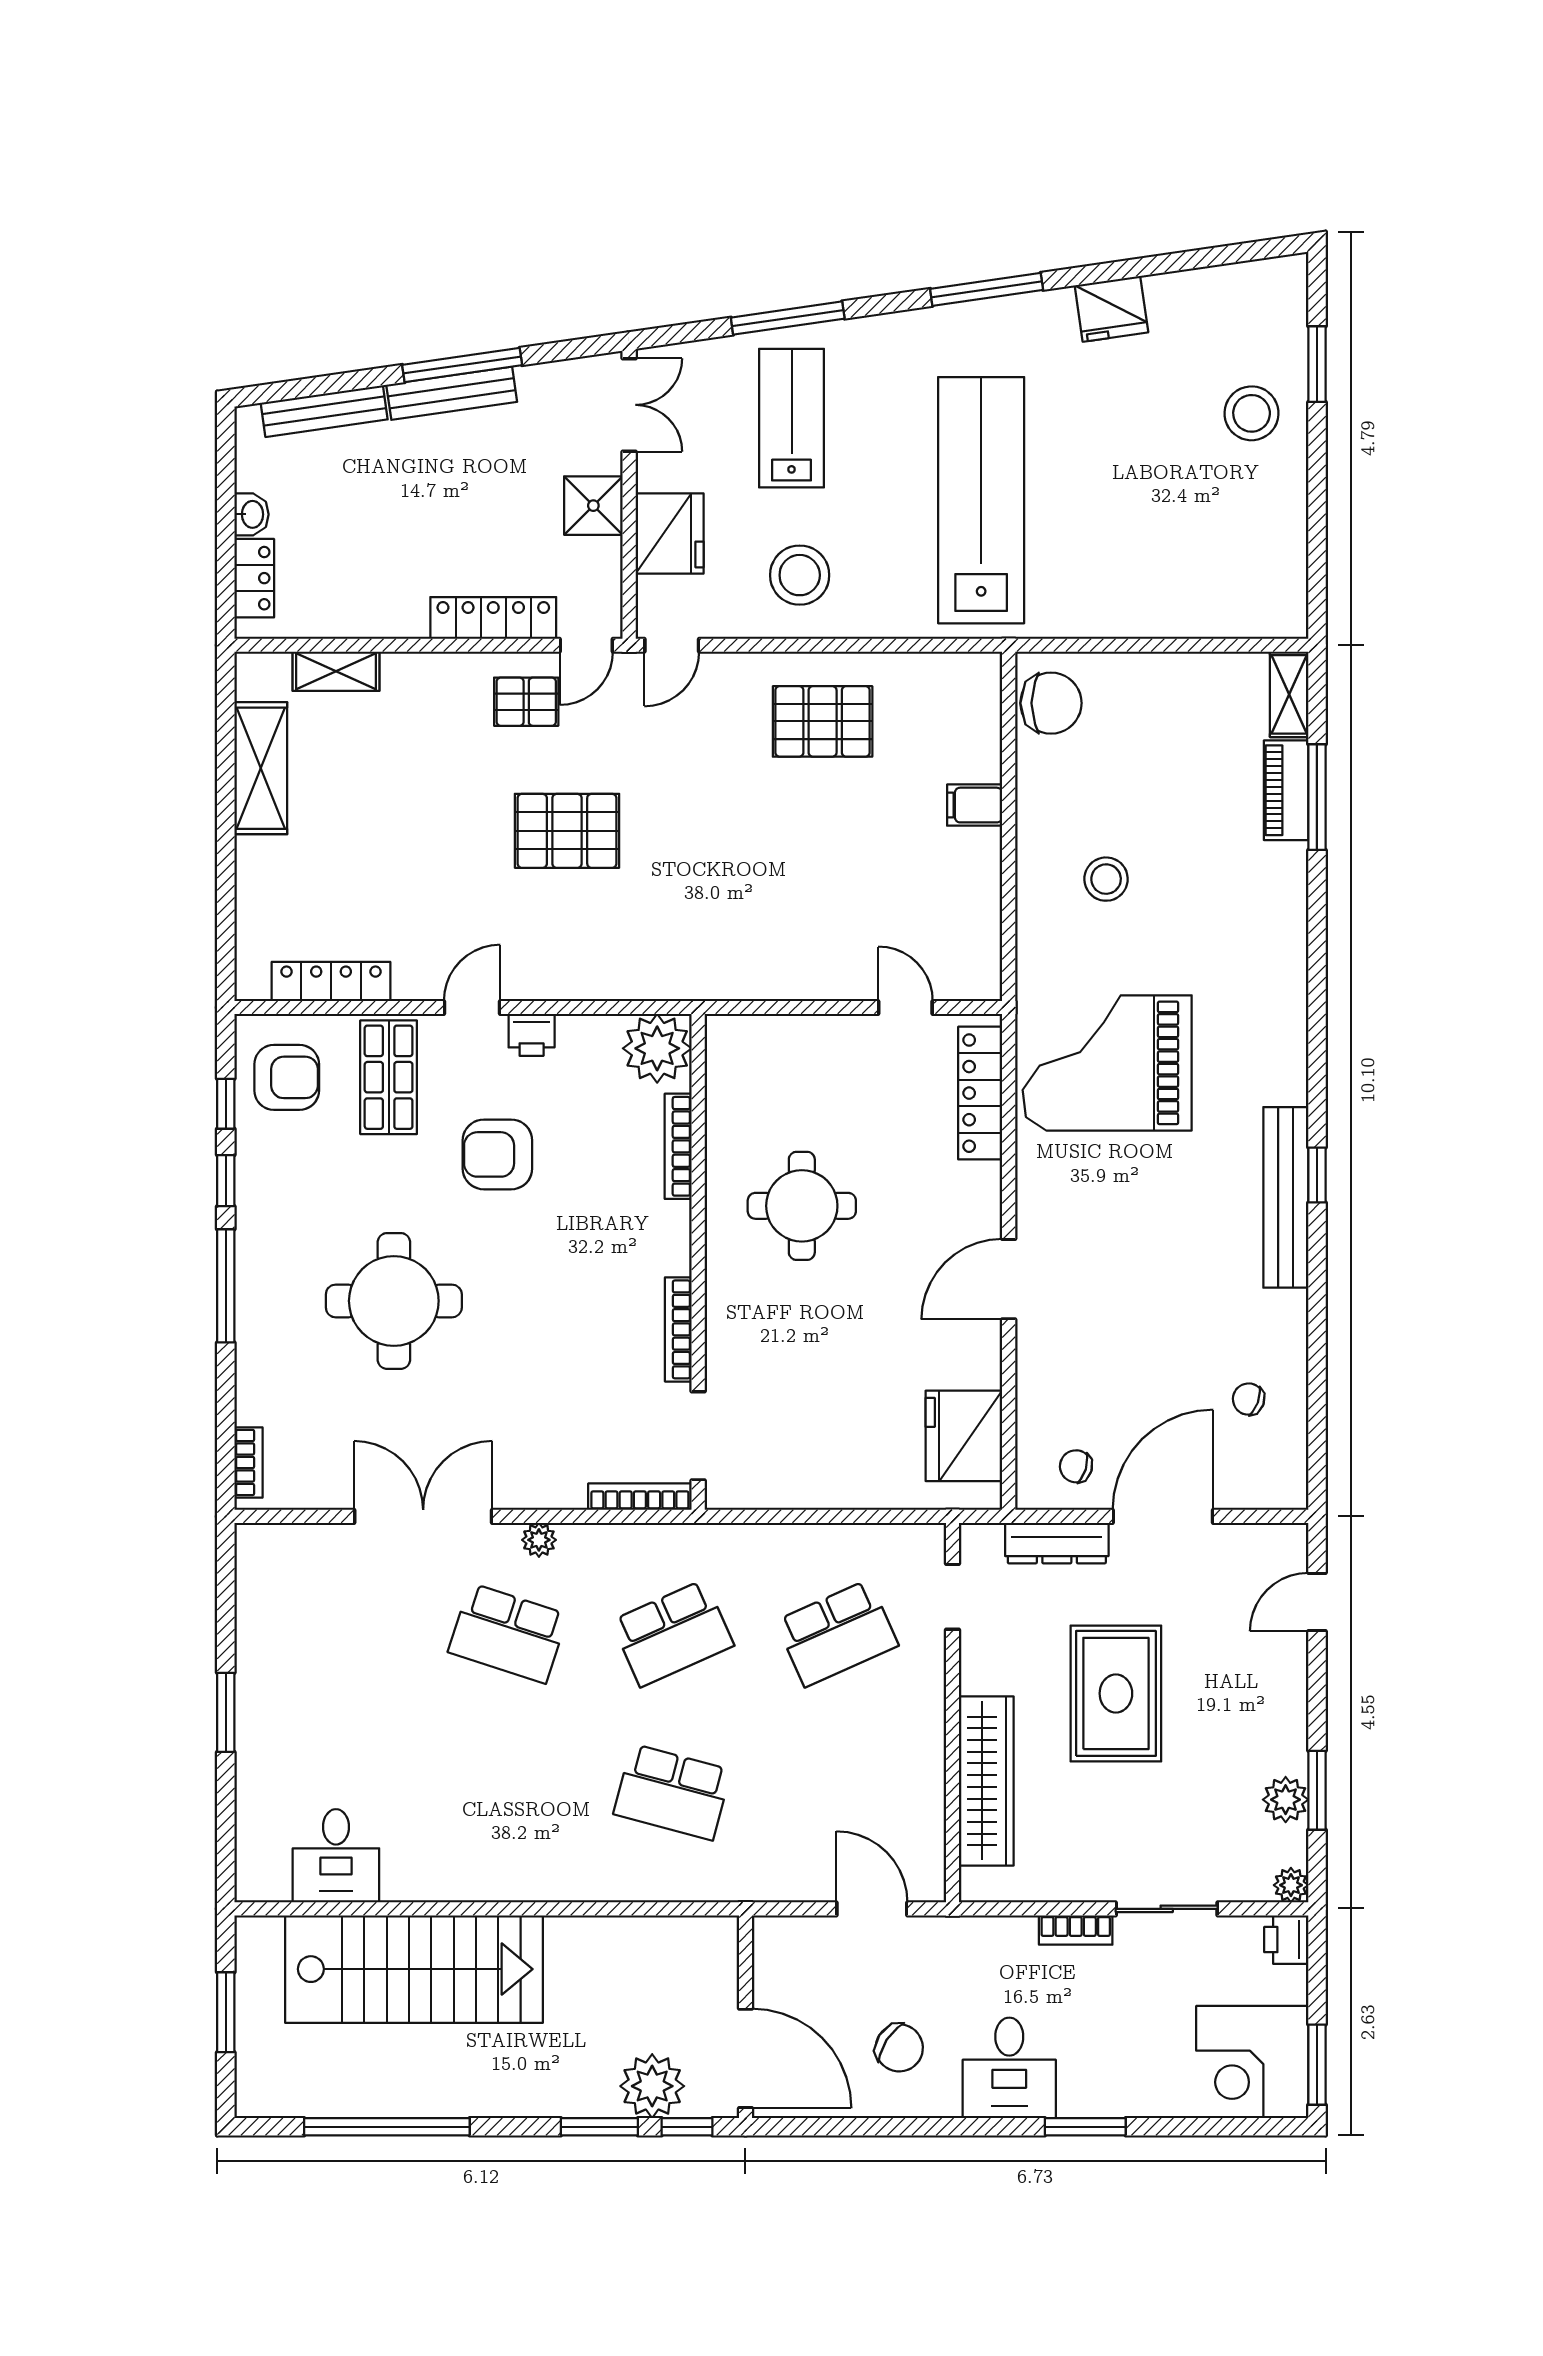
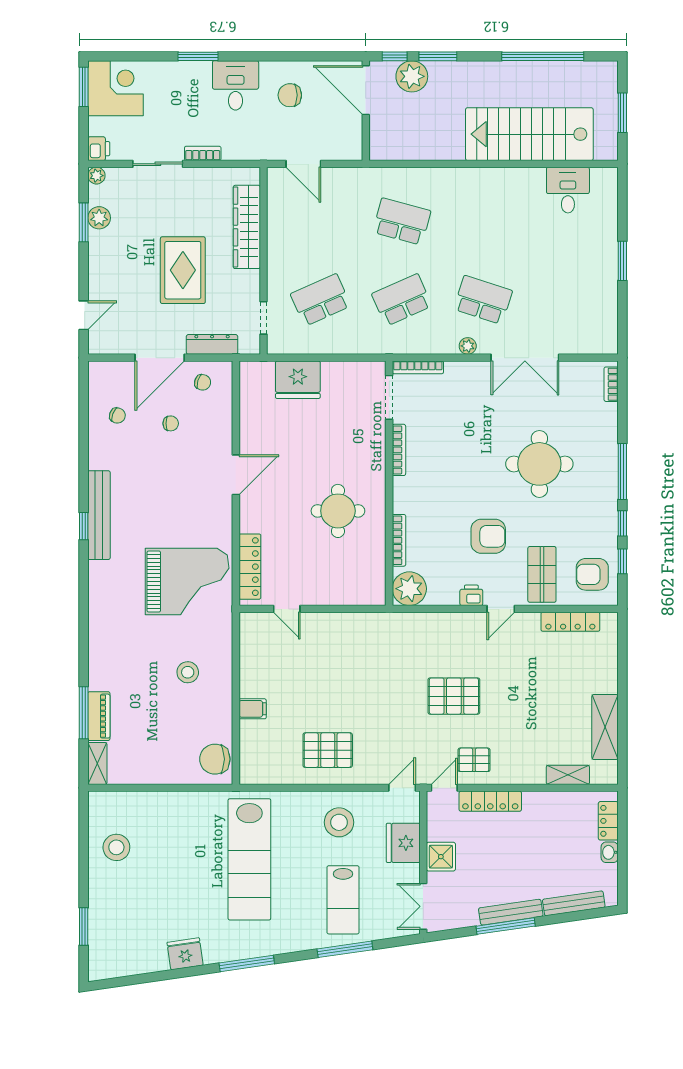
stool: (1252, 413) -> (116, 847), moved
chair: (1140, 1383) -> (171, 423), added
fridge: (964, 1436) -> (298, 380), moved, turned 90
chair: (899, 2048) -> (290, 95), turned -33

